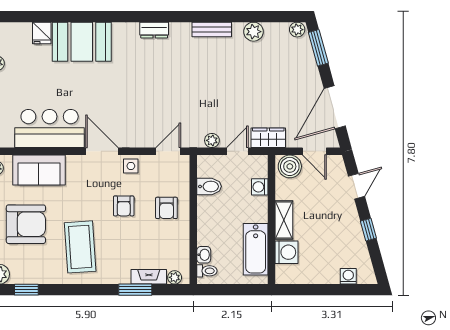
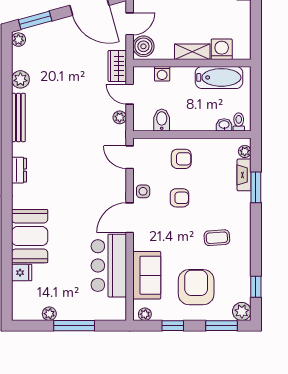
bench: (212, 29) -> (18, 117), width x1.36
coffee table: (80, 247) -> (217, 238), width x0.54, depth x0.58

